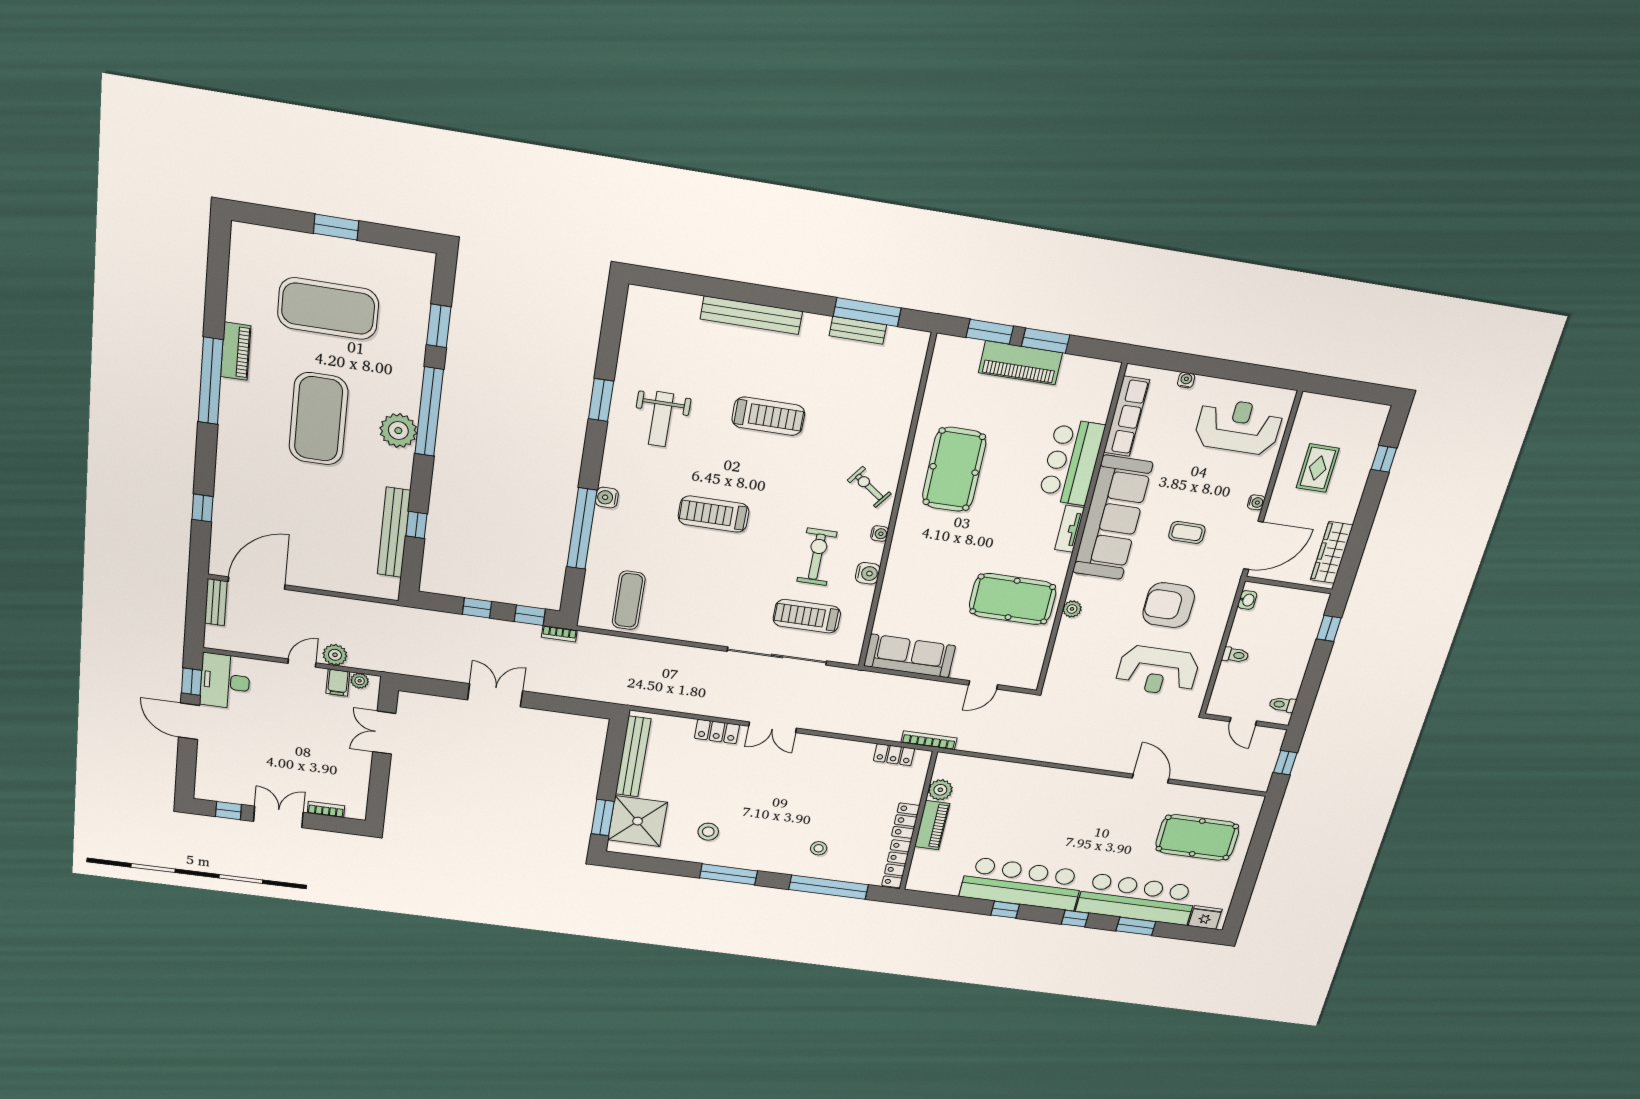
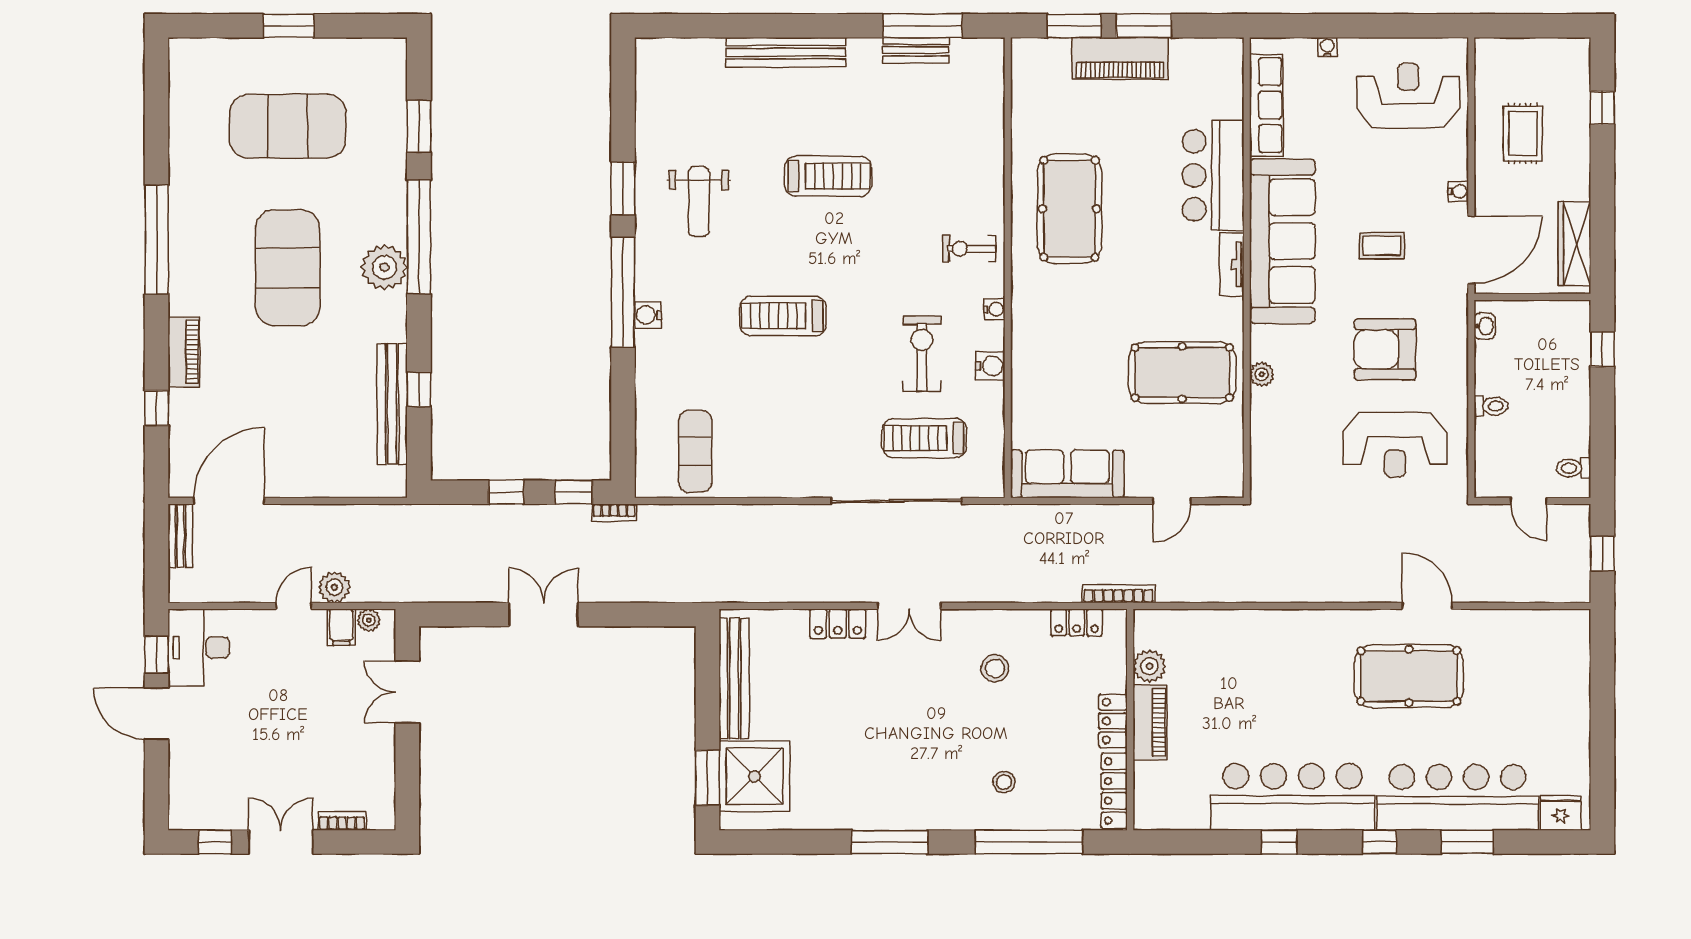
piano: (236, 351) -> (184, 352), moved
exercise bike: (869, 487) -> (969, 249), turned -36
window: (582, 529) -> (623, 292), moved
stool: (708, 832) -> (995, 668), moved
pool table: (1197, 838) -> (1409, 676), moved

